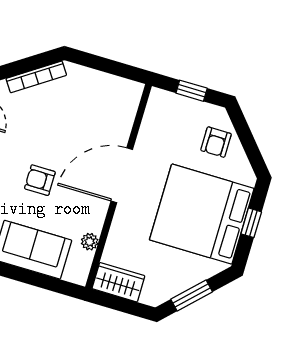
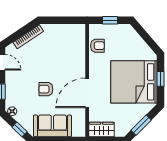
armchair: (216, 142) -> (97, 46), moved, turned -90
door: (122, 175) -> (87, 93), moved
plant: (90, 242) -> (81, 113), removed

